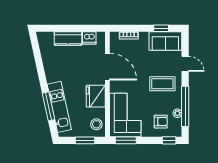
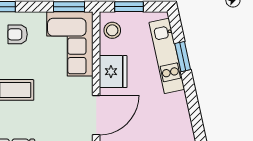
door: (107, 67) -> (96, 115), swing flipped
window: (49, 106) -> (183, 57), width x0.69

